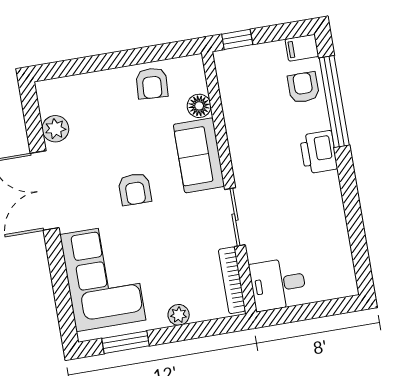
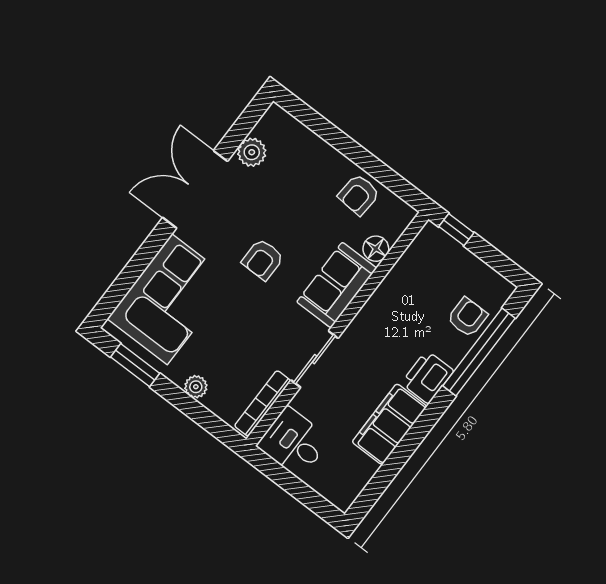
filing cabinet: (302, 48) -> (389, 424), moved, width x3.00, depth x1.17

